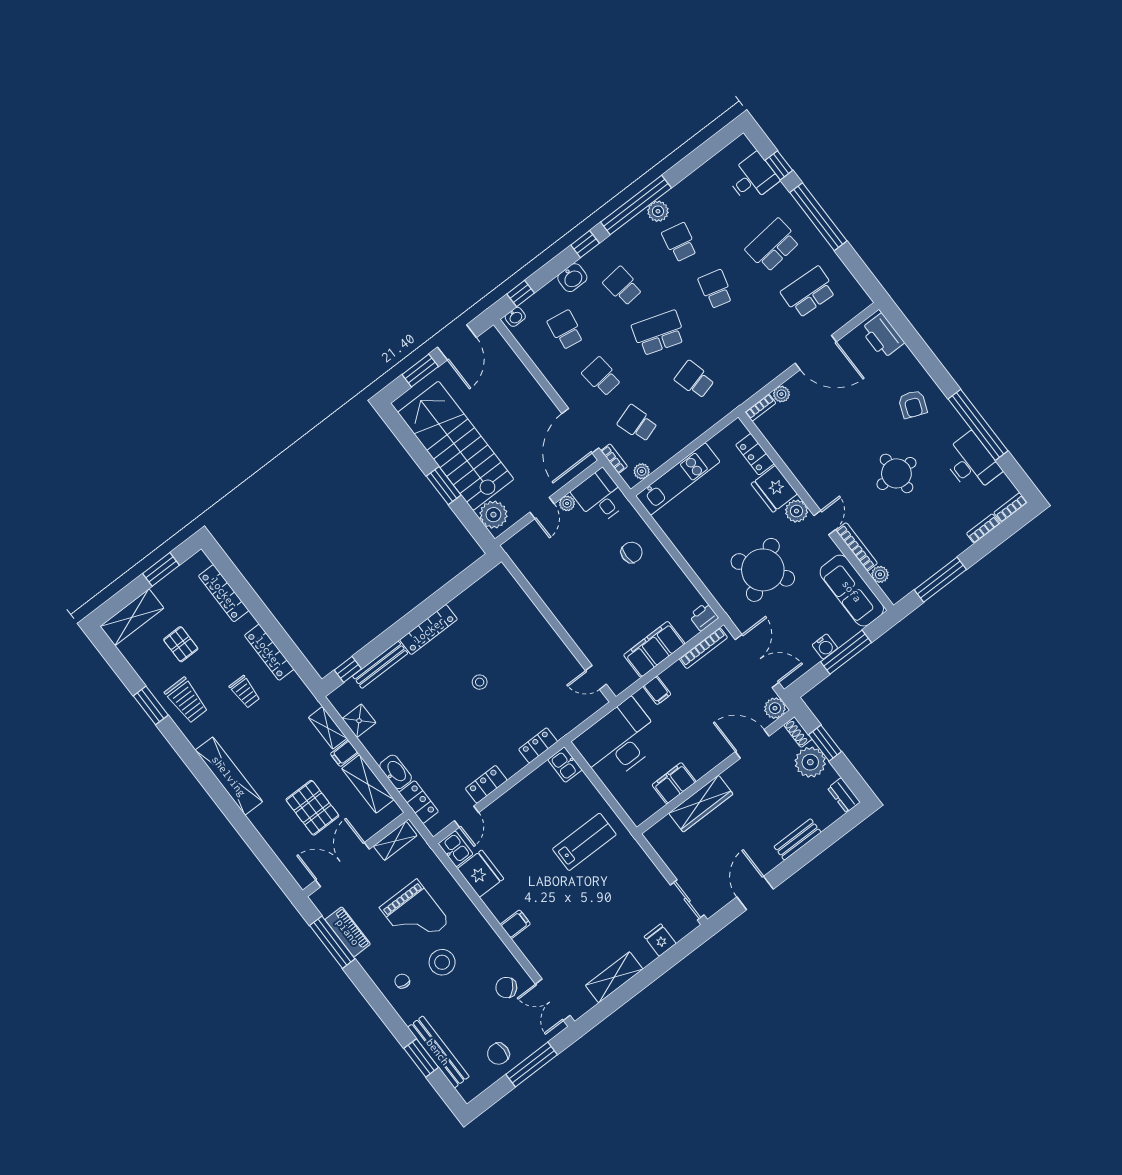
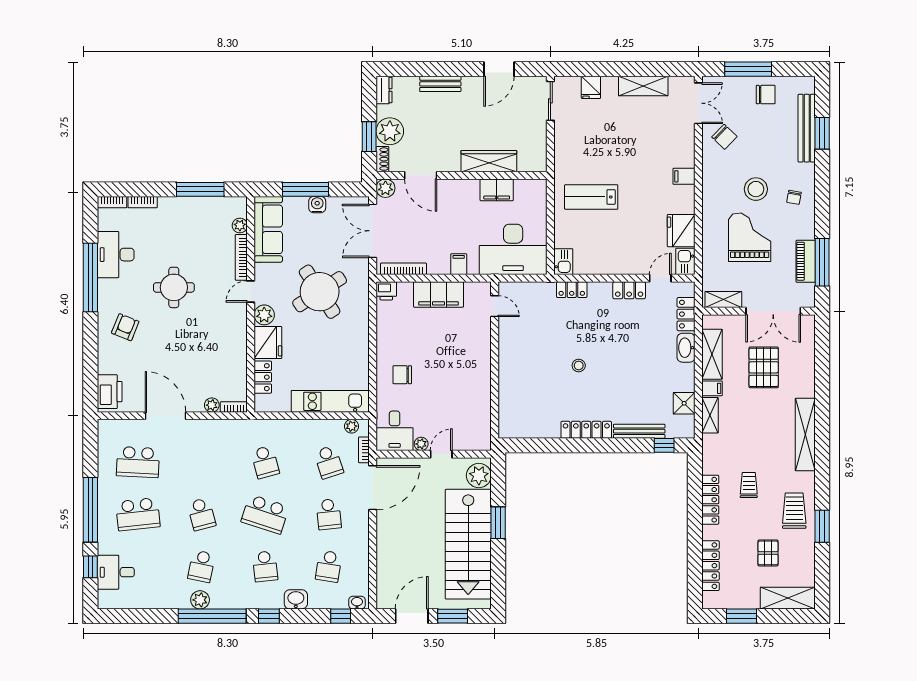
school desk: (716, 289) -> (201, 514), turned -30

